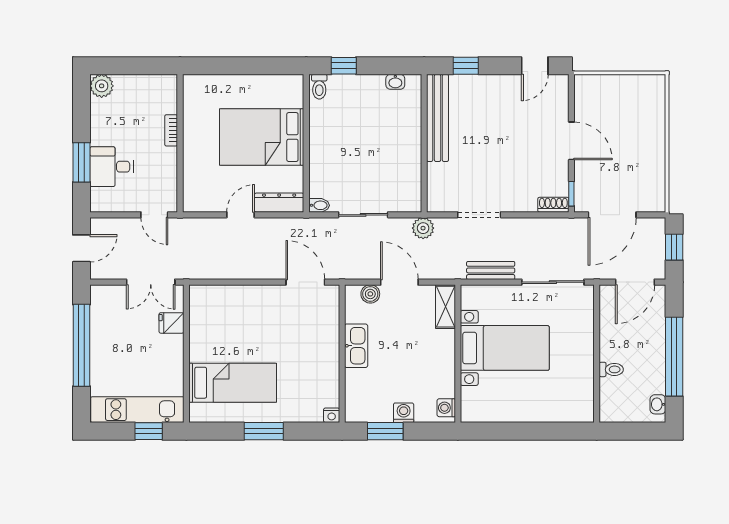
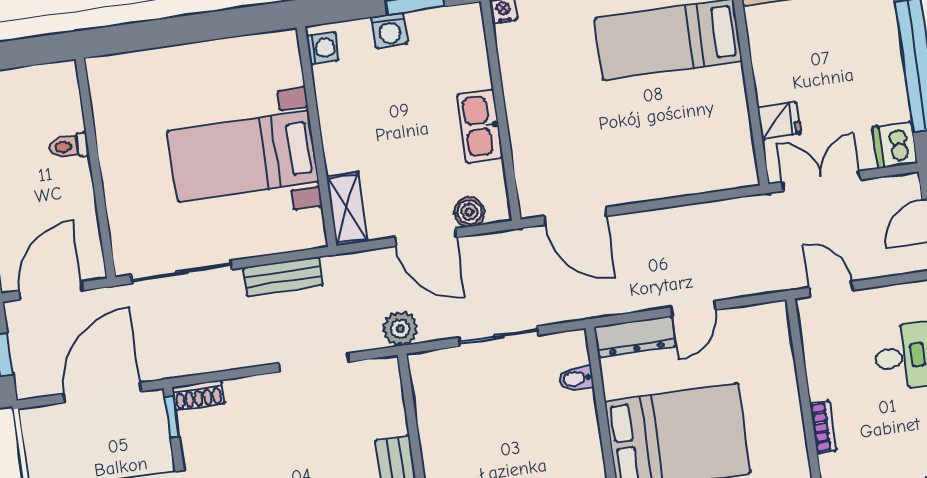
bidet: (319, 205) -> (576, 379), moved
dishwasher: (102, 298) -> (895, 145), added

